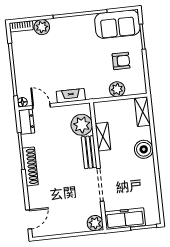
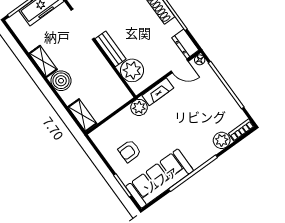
sofa: (117, 24) -> (160, 179), width x1.36
plant: (117, 89) -> (139, 107), moved
shelving: (103, 137) -> (43, 61), moved

